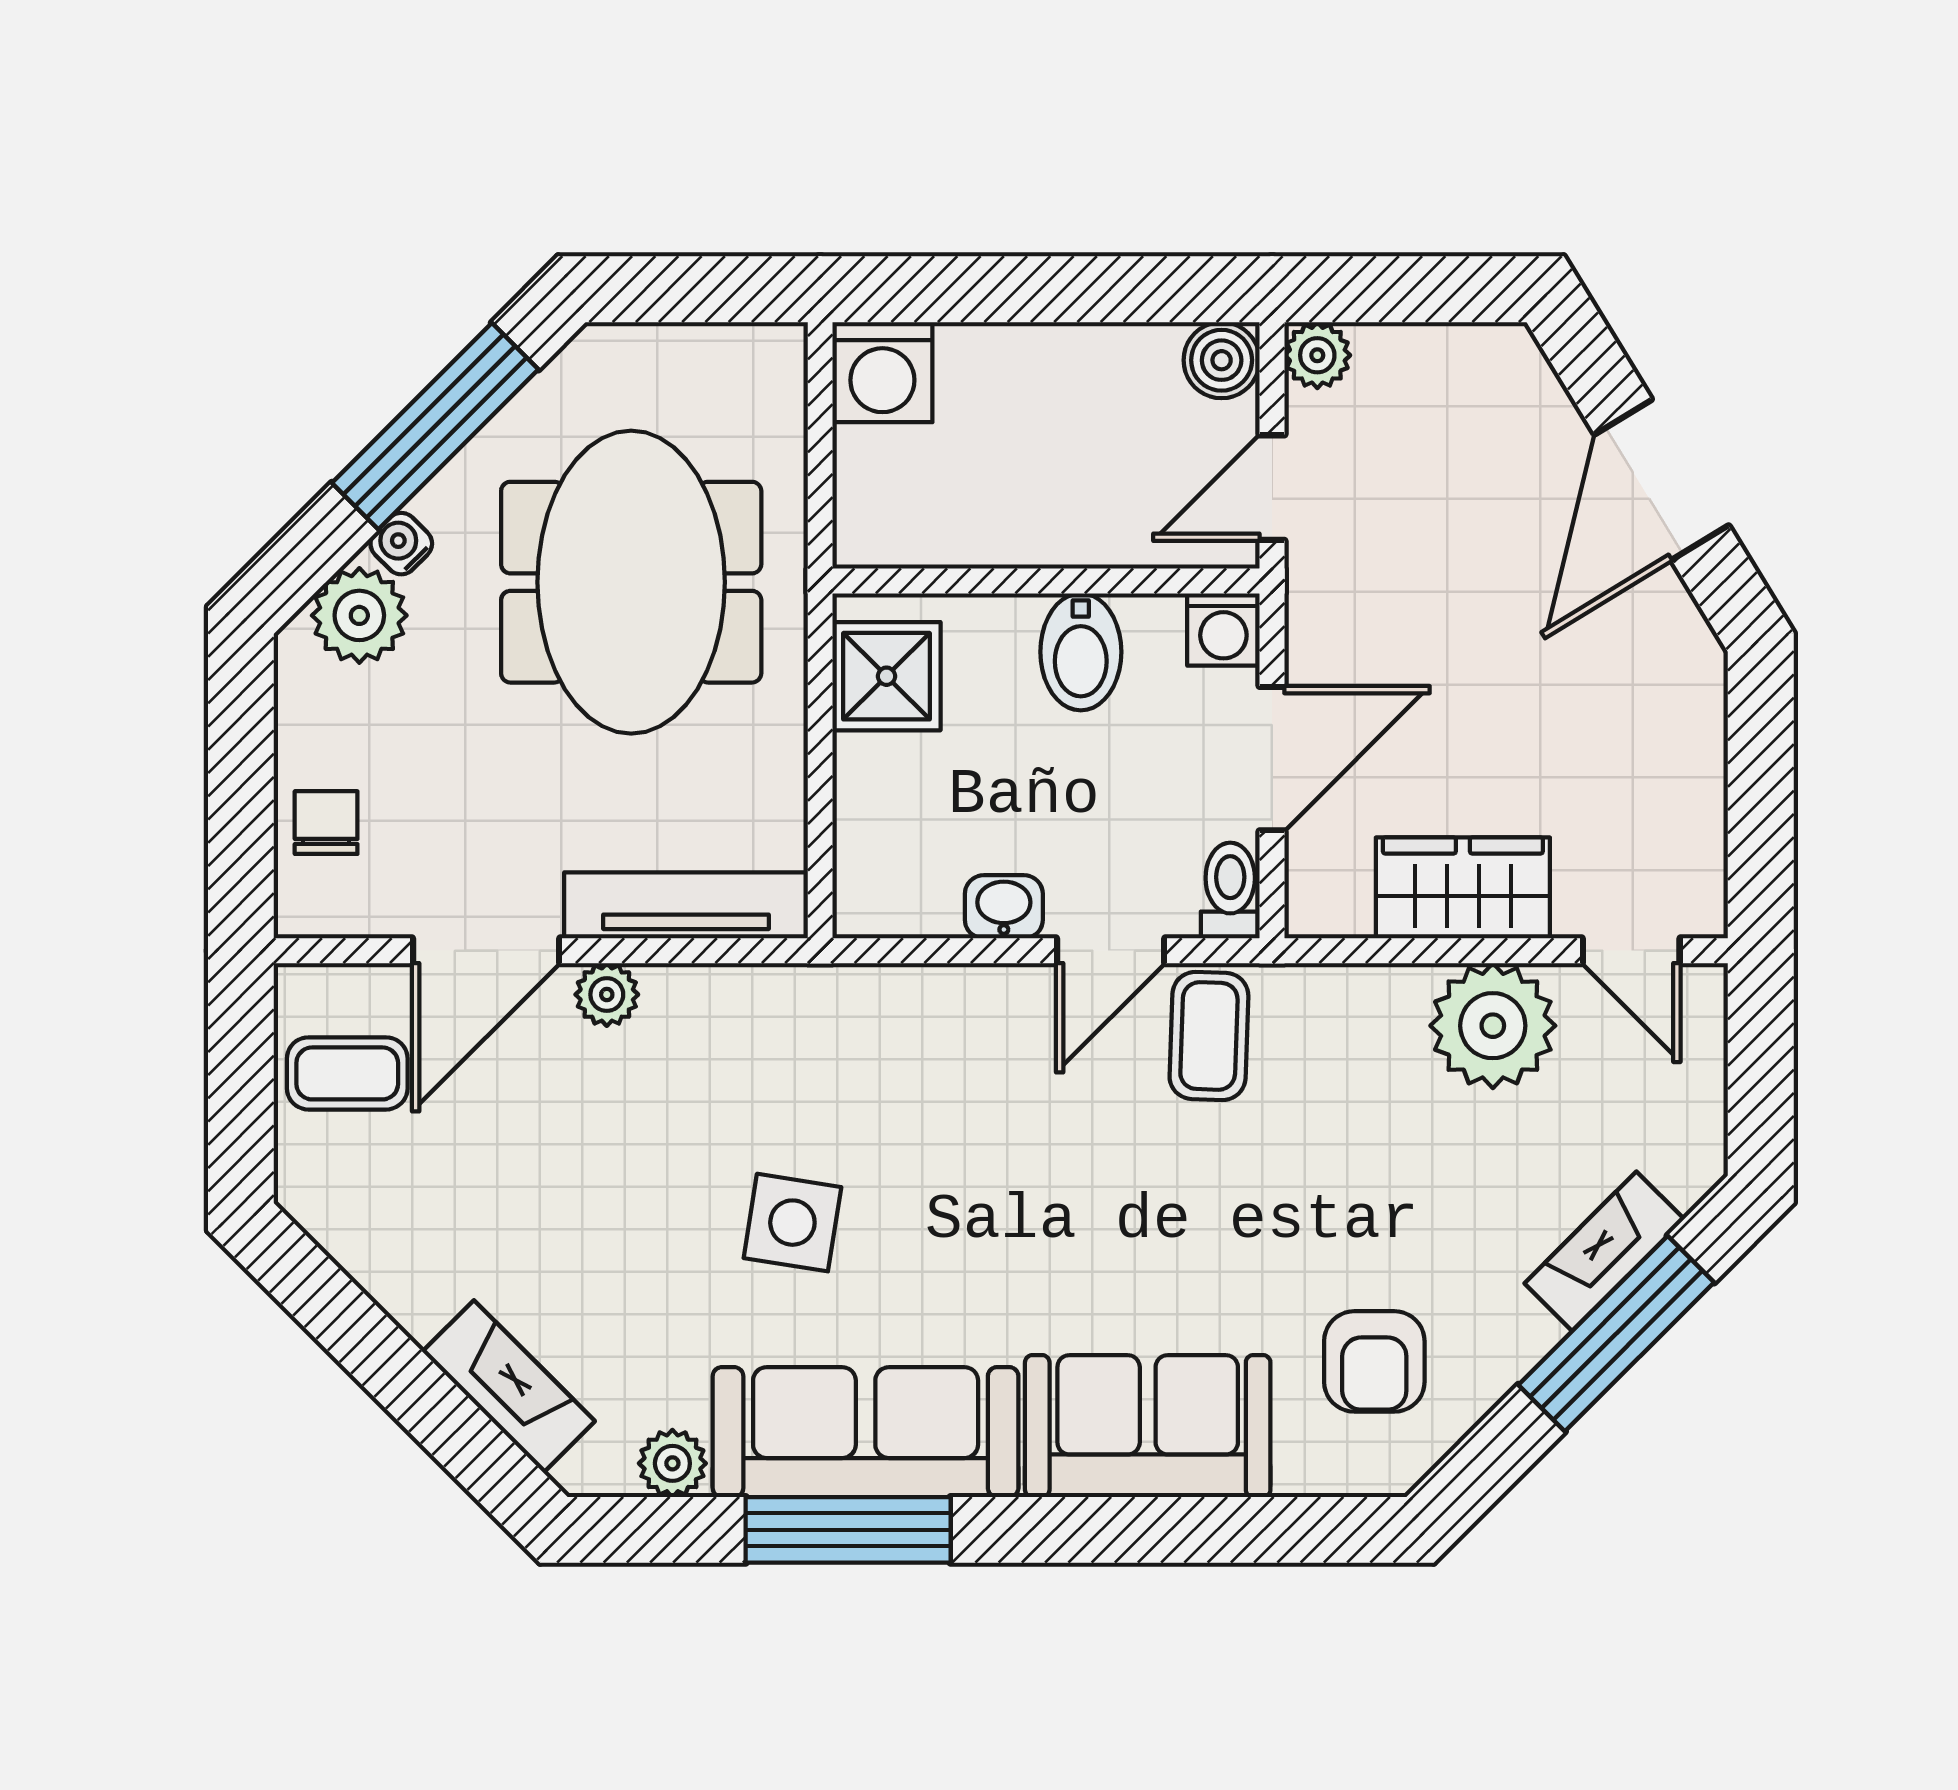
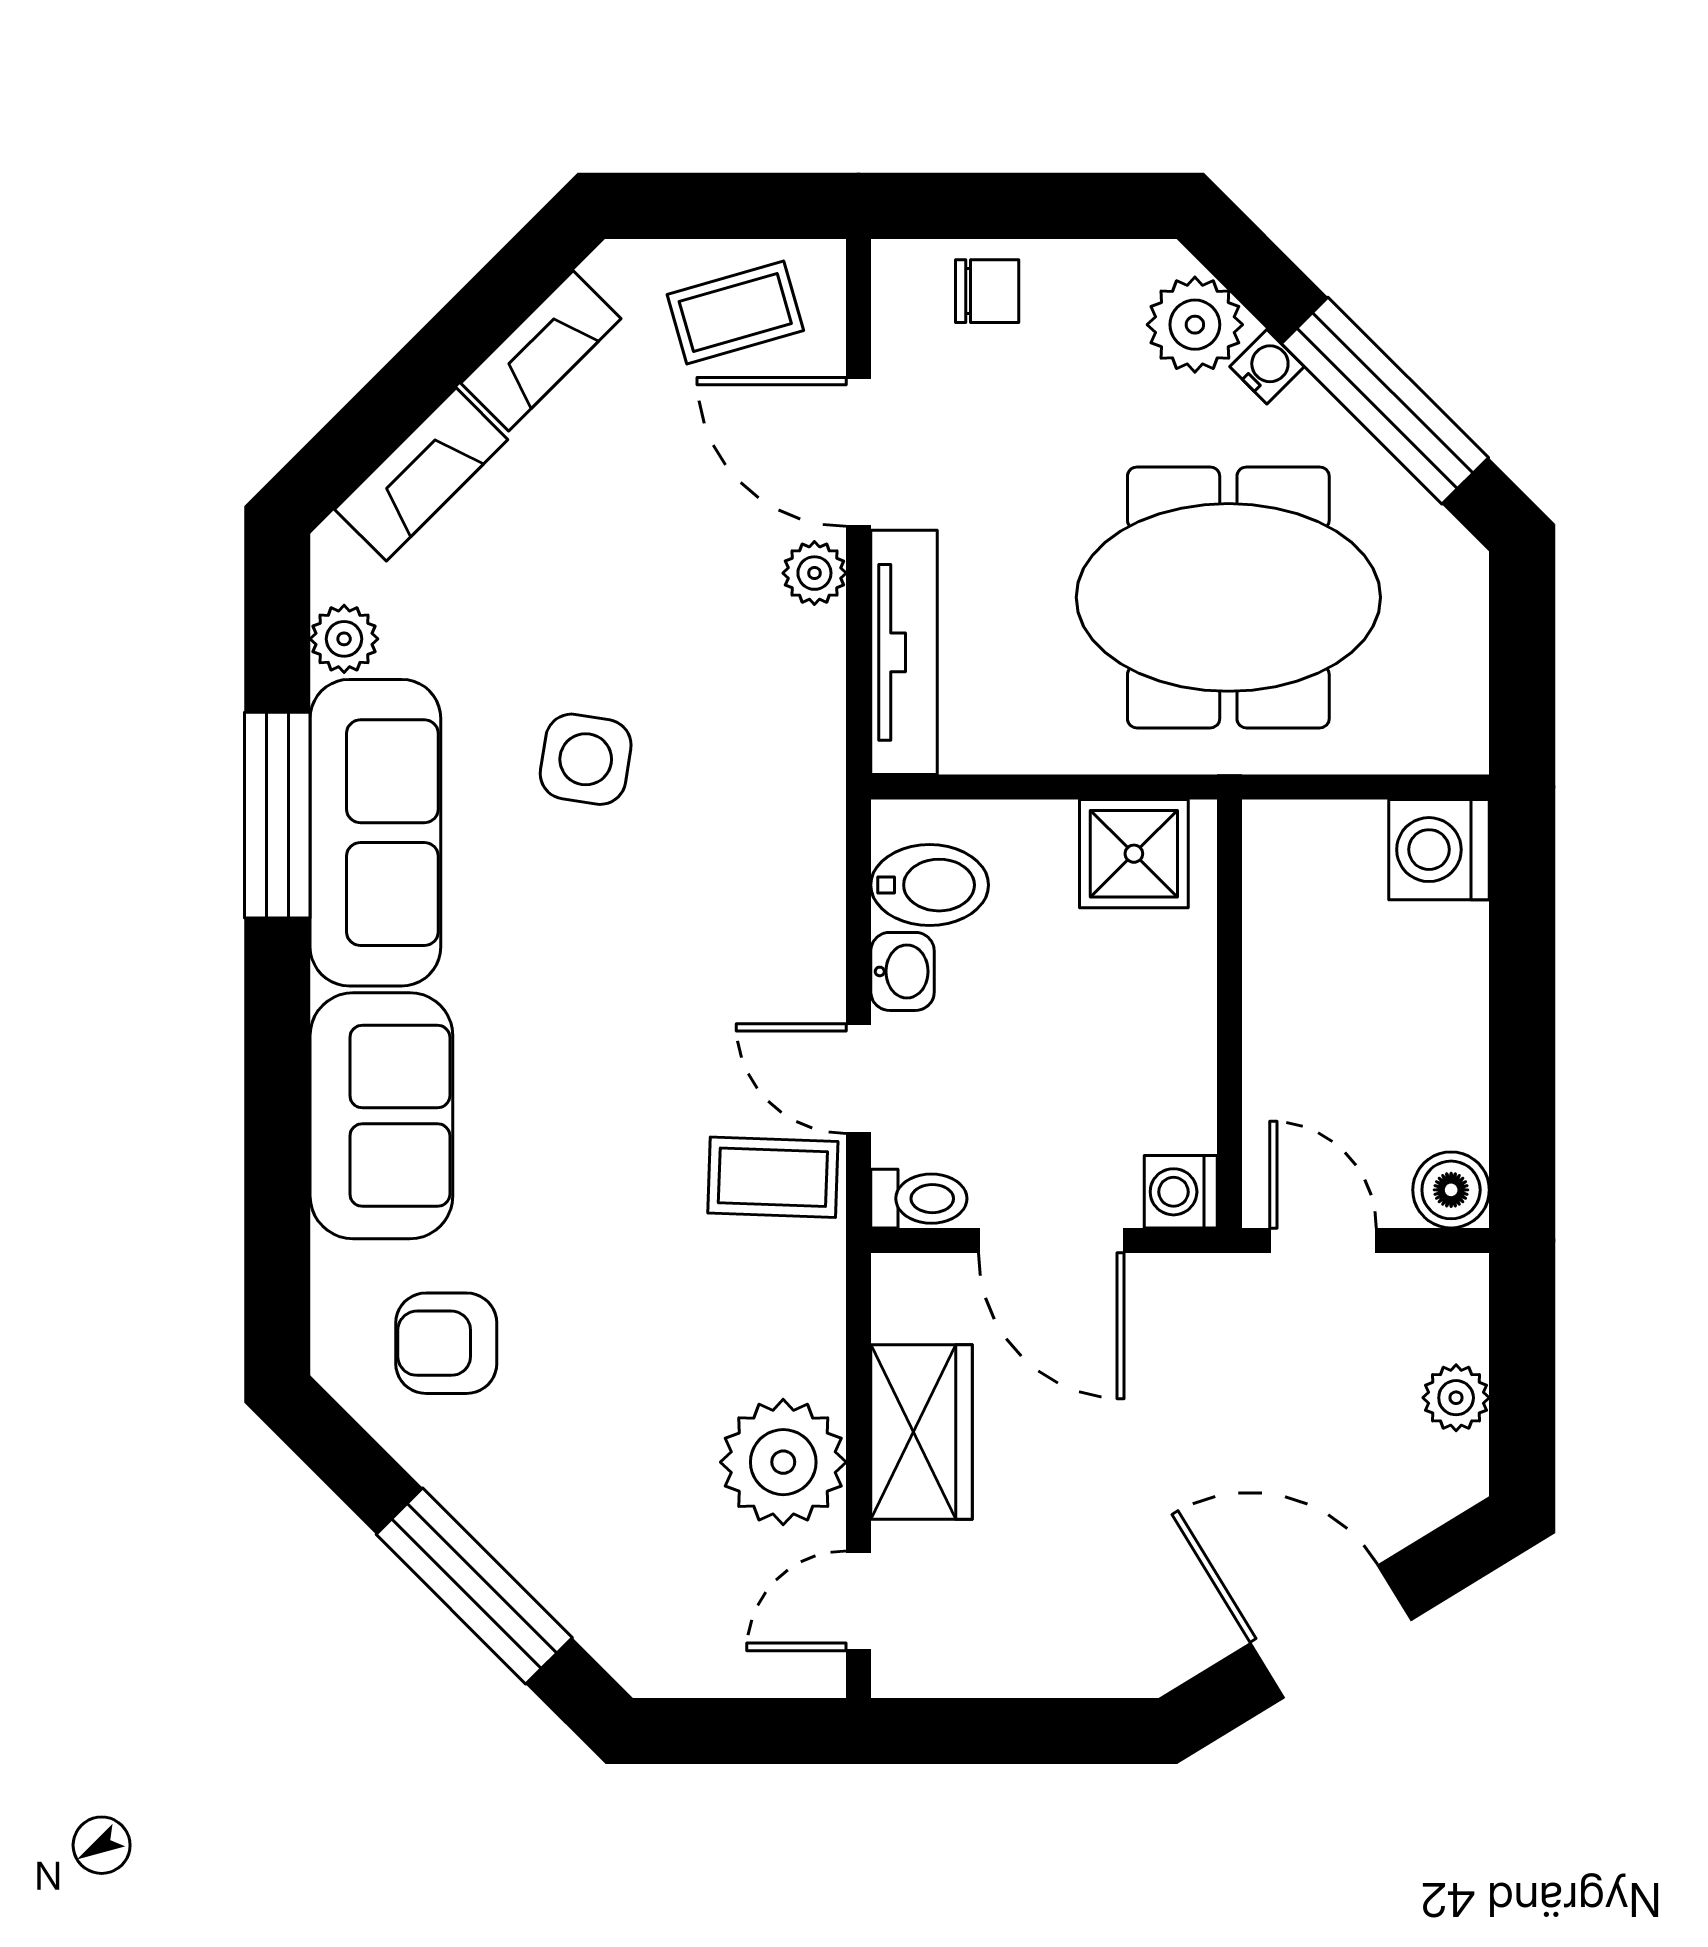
plant: (1317, 355) -> (1456, 1398), moved
bidet: (1081, 652) -> (930, 885), moved, turned 180
coffee table: (347, 1073) -> (735, 313), turned 74
fireplace: (1604, 1251) -> (541, 351), moved, turned 90

